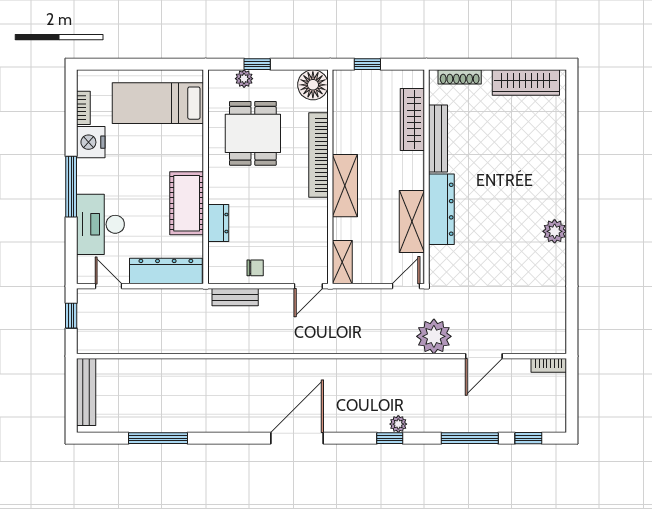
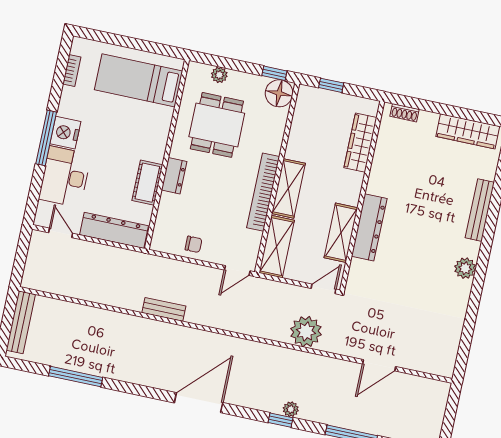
window: (257, 64) -> (274, 73), moved
shoe rack: (460, 77) -> (405, 113), width x0.70
bench: (438, 138) -> (480, 210), moved
nightstand: (91, 142) -> (65, 133), moved
bookcase: (318, 155) -> (263, 192), moved
cot: (187, 203) -> (147, 183), width x0.73, depth x0.75
dresser: (218, 223) -> (174, 176), moved
shelving: (342, 262) -> (277, 247), width x1.50, depth x1.33
bench: (235, 297) -> (164, 309), moved
window: (71, 316) -> (22, 252), removed
plant: (434, 336) -> (306, 332), moved
bookcase: (549, 365) -> (435, 386), removed

